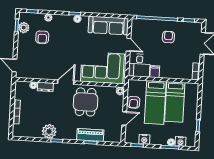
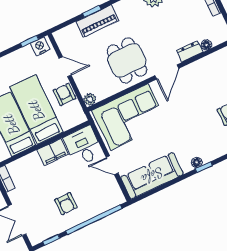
filing cabinet: (155, 72) -> (53, 152), width x2.00
door: (124, 118) -> (65, 67), swing flipped
nightstand: (144, 139) -> (40, 46), moved

